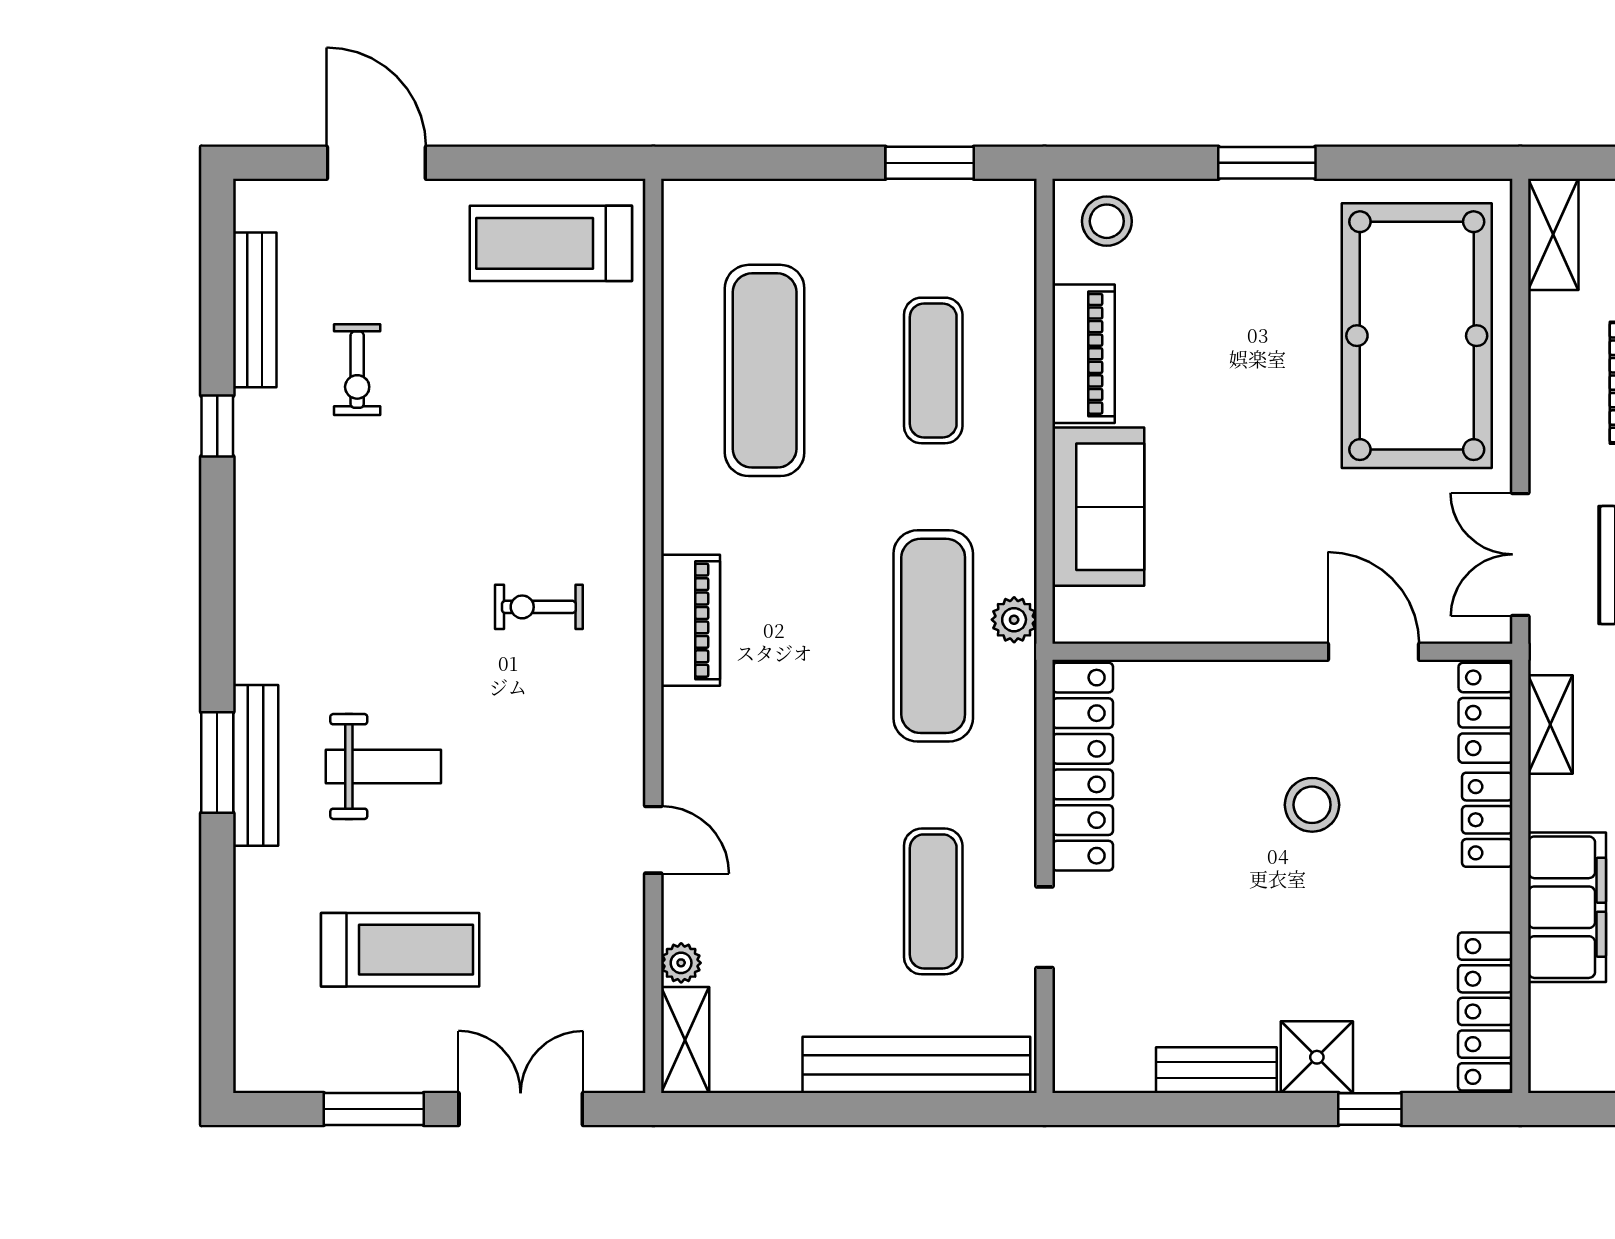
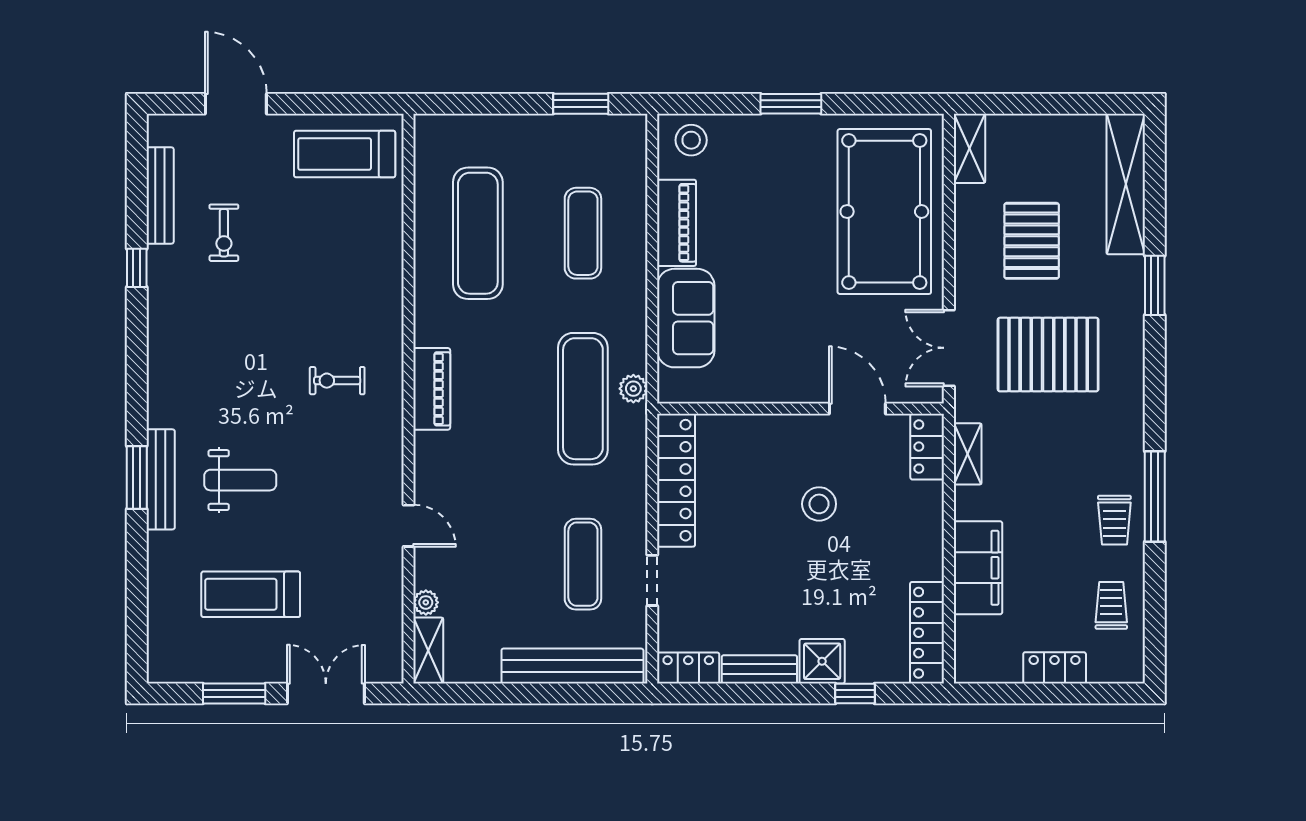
locker: (1487, 820) -> (688, 668), moved, turned 90
treadmill: (400, 950) -> (251, 594), turned 180

